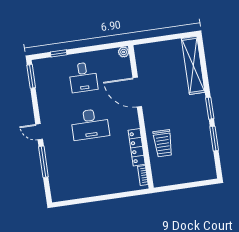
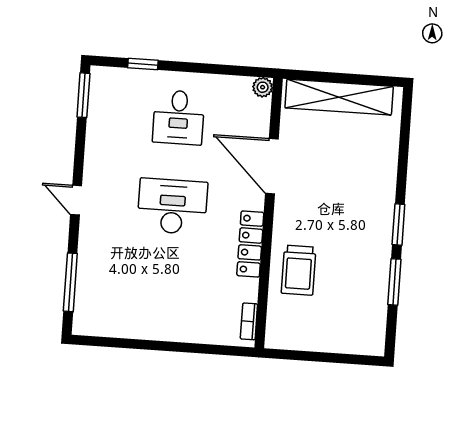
shelving: (193, 65) -> (339, 97), moved, turned 90
desk: (90, 124) -> (172, 206), turned 180
locker: (137, 147) -> (250, 244), moved
window: (43, 162) -> (70, 282), moved

